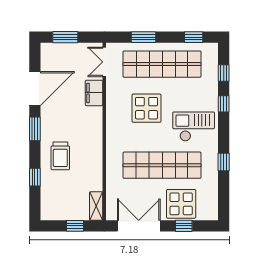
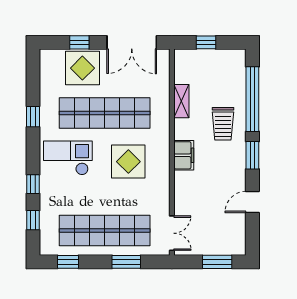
door: (35, 89) -> (252, 202), width x0.53
filing cabinet: (94, 93) -> (184, 155), moved
display table: (147, 108) -> (128, 162), moved
checkout: (194, 126) -> (68, 158), turned 180
trolley: (60, 156) -> (223, 124), turned 180
window: (35, 177) -> (252, 99), width x3.17
shelving: (96, 206) -> (181, 101), moved

